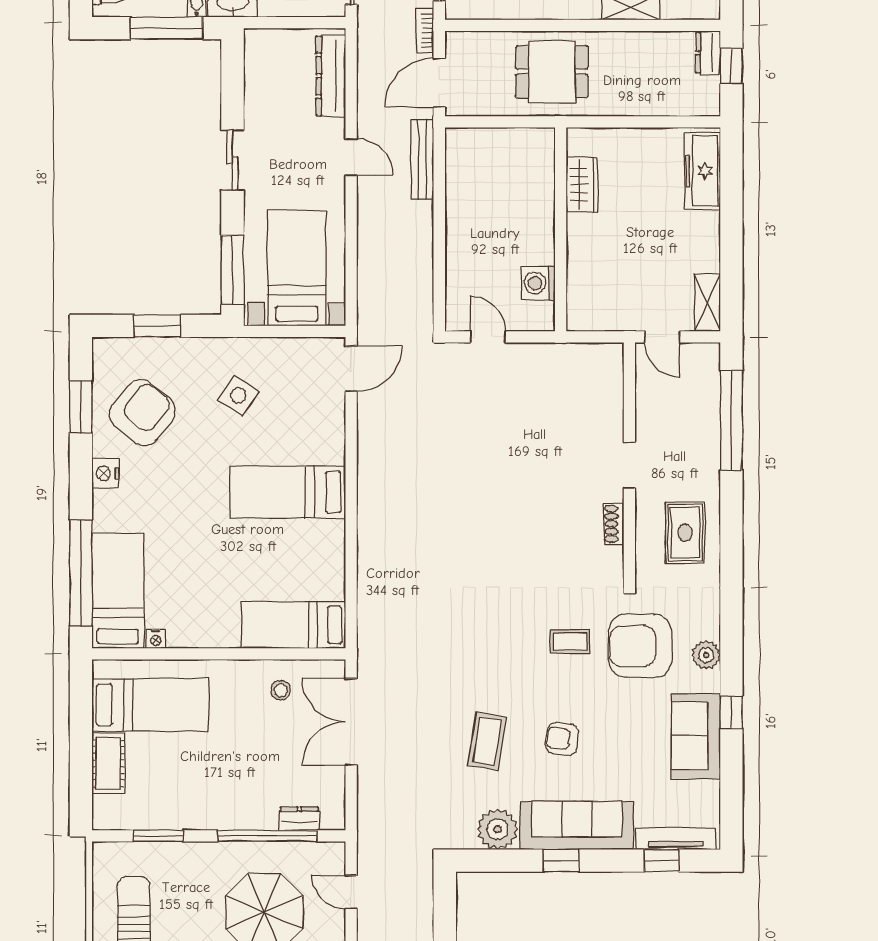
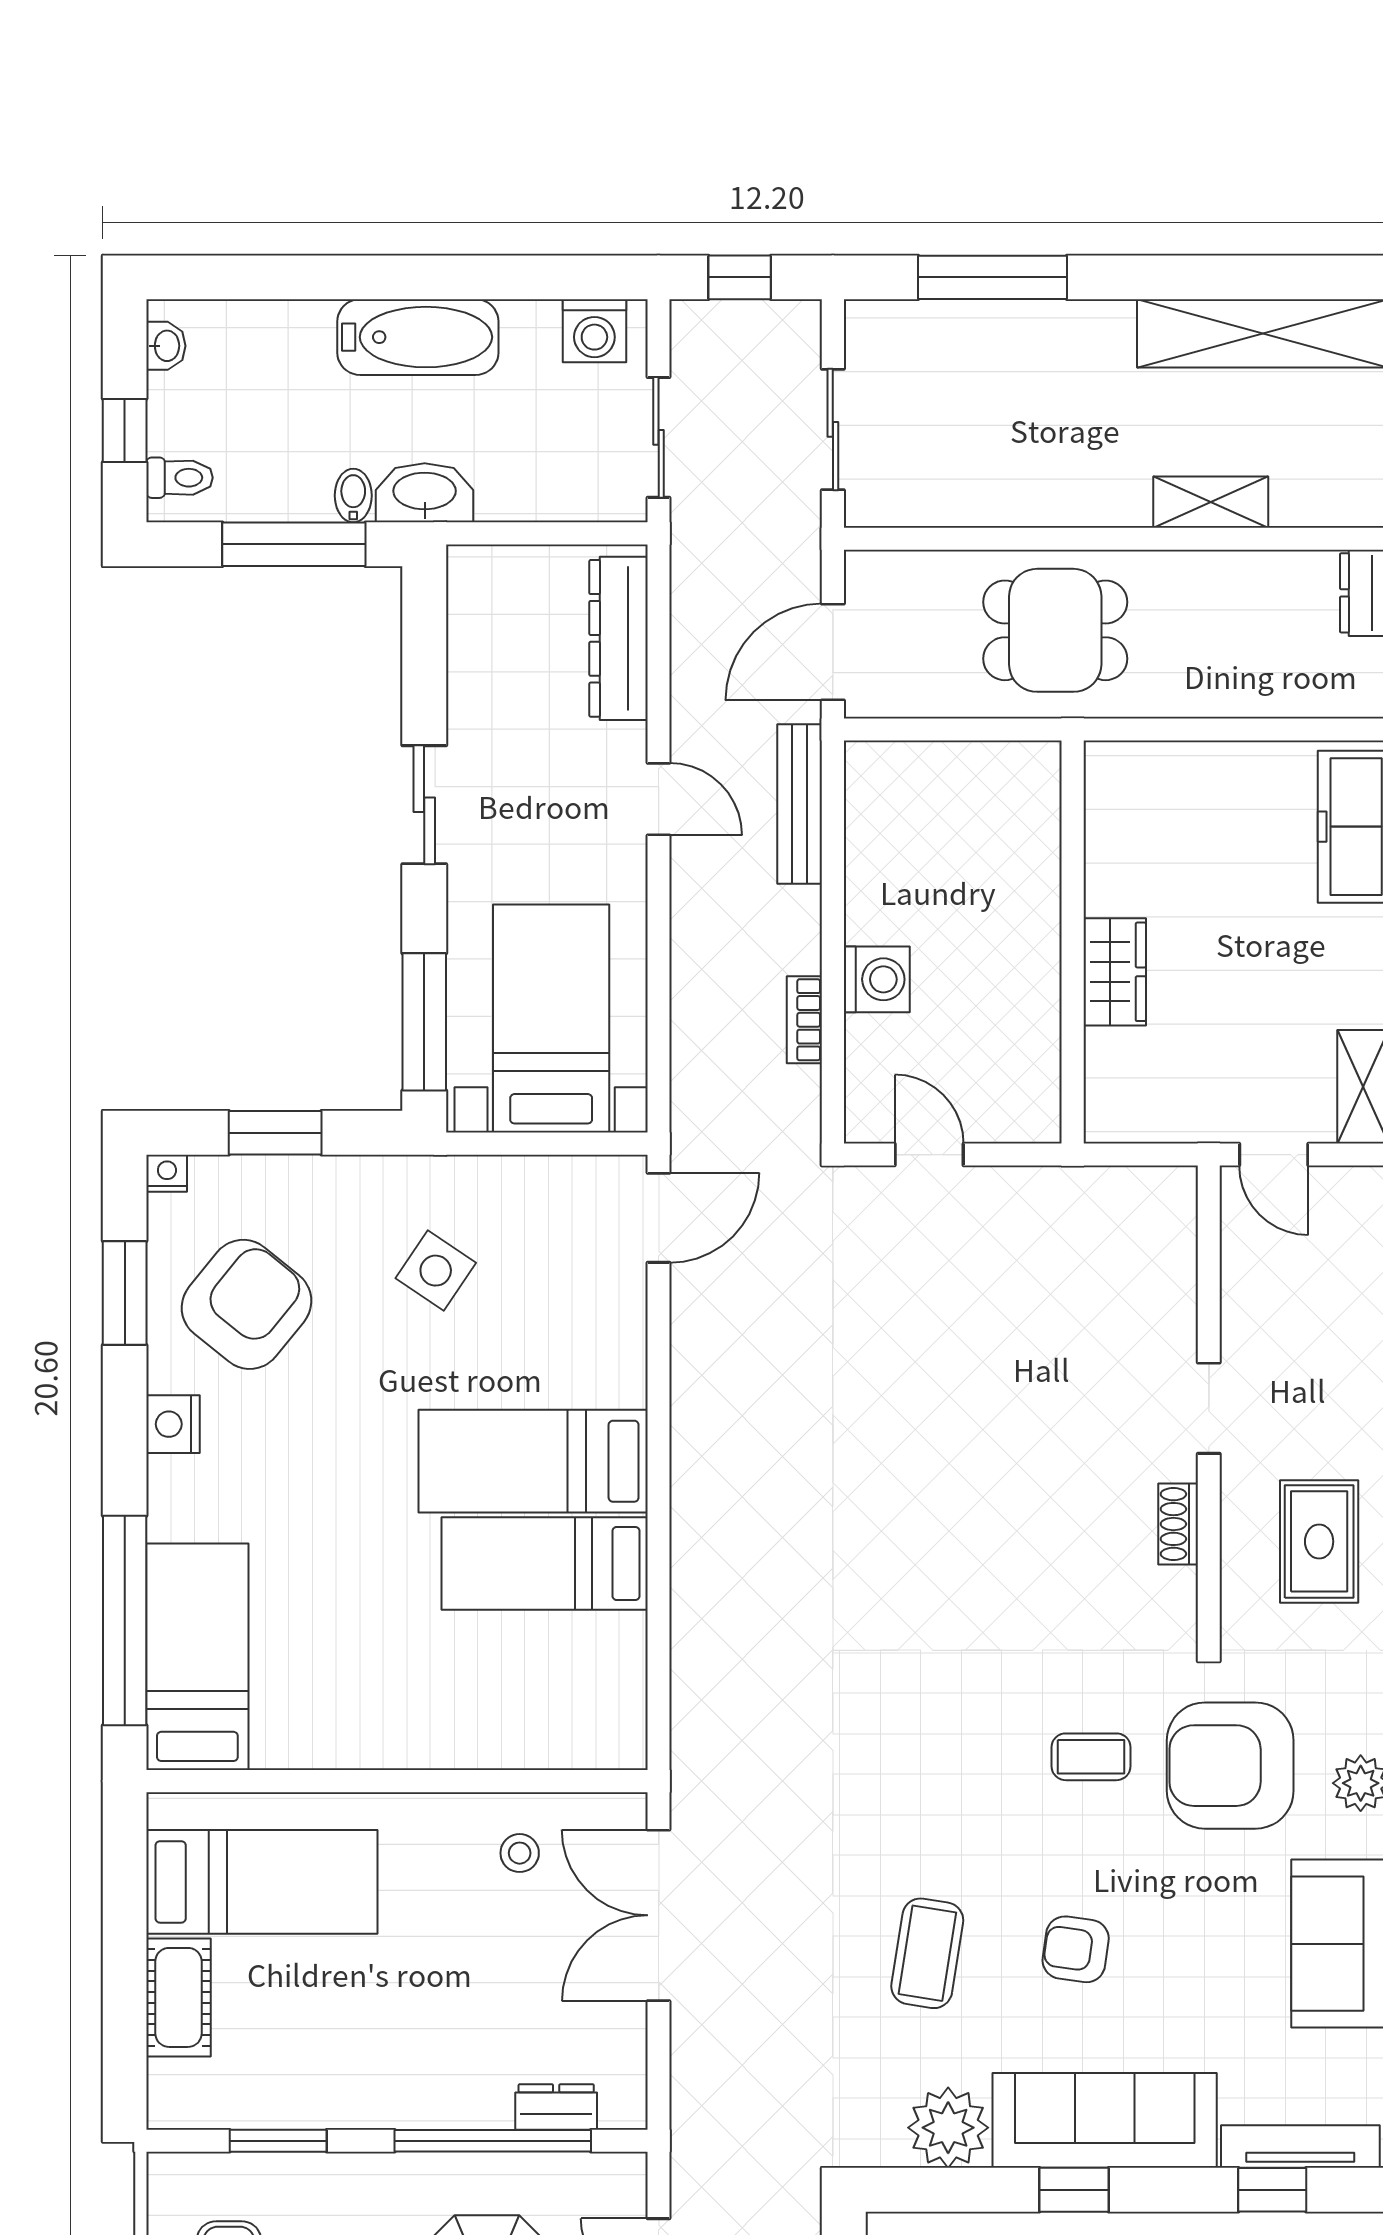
bookcase: (425, 30) -> (804, 1020), moved
wardrobe: (582, 185) -> (1115, 972), moved
washing machine: (538, 283) -> (877, 979), moved, turned 180
bed: (293, 625) -> (545, 1563), moved
nightstand: (156, 639) -> (167, 1173), moved, turned 180

